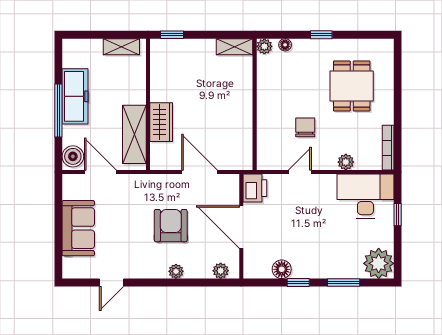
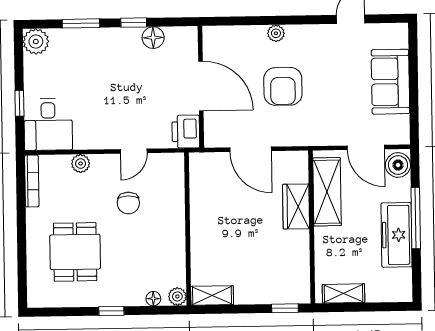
desk: (365, 196) -> (48, 124), width x0.73
plant: (379, 263) -> (36, 42), width x0.73, depth x0.73
plant: (221, 271) -> (224, 35), removed

